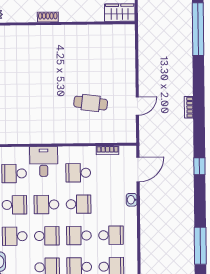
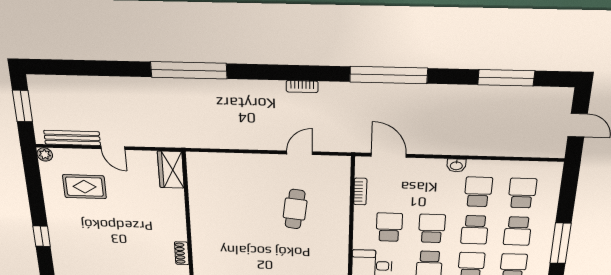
door: (137, 106) -> (300, 153), hinge flipped
window: (199, 166) -> (389, 75), width x3.17
school desk: (78, 173) -> (389, 227), turned 180
washbasin: (132, 200) -> (456, 165), moved

